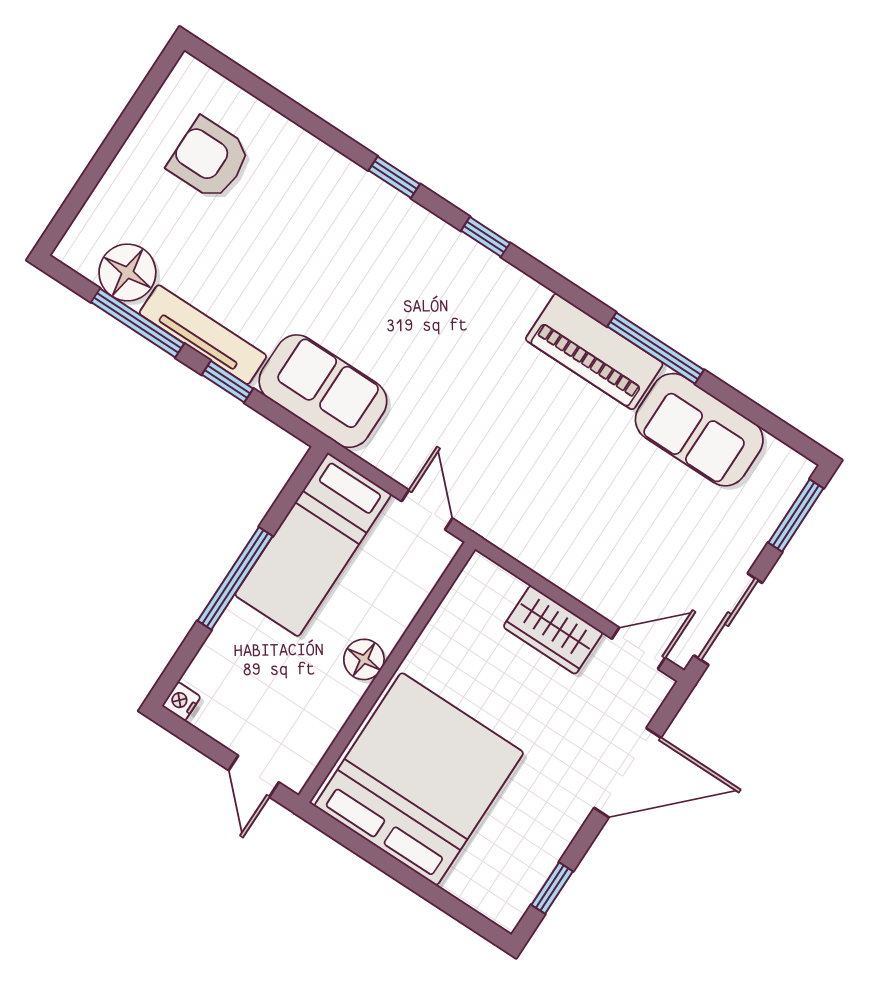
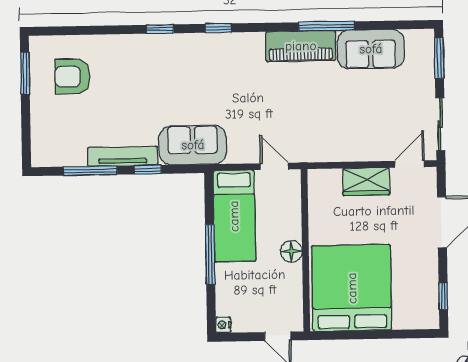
window: (139, 103) -> (25, 73), added
floor lamp: (127, 272) -> (71, 151), removed

